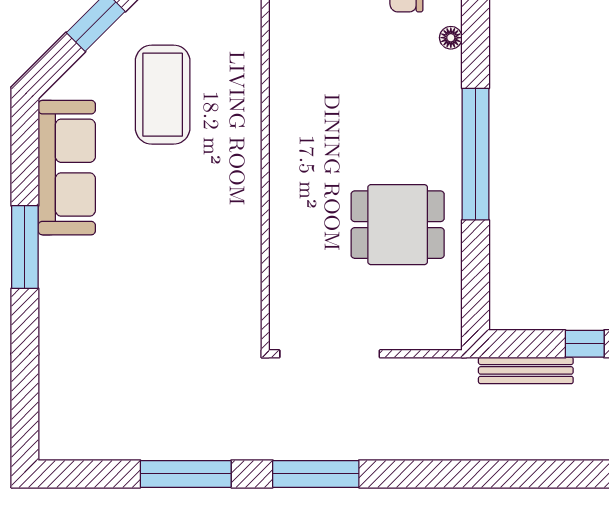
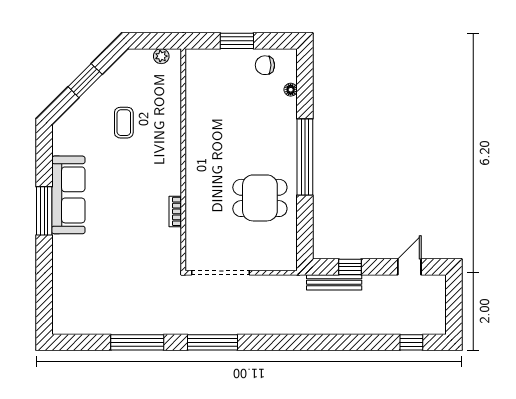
coffee table: (163, 95) -> (124, 123), width x0.54, depth x0.58
sofa: (67, 168) -> (68, 195), moved
bookcase: (251, 248) -> (175, 211), added
window: (585, 344) -> (350, 267), moved

